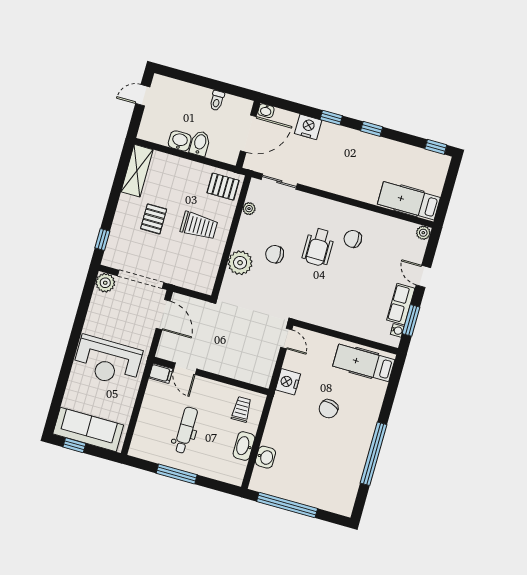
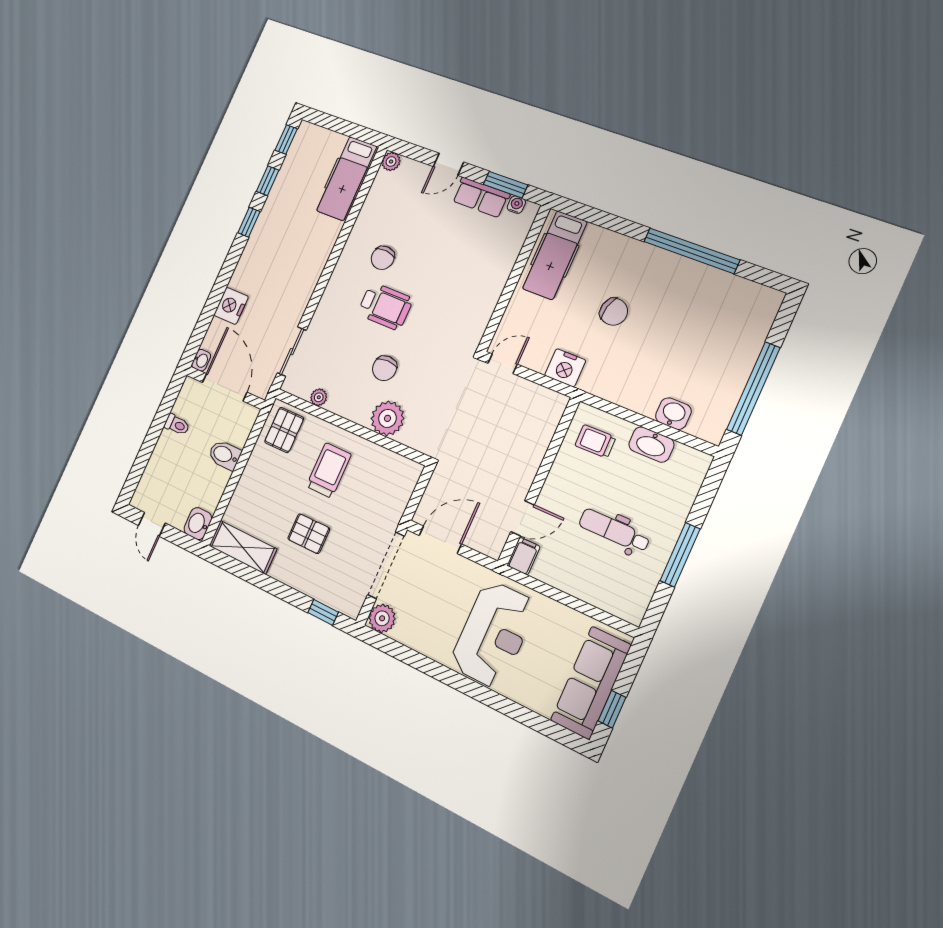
window: (331, 118) -> (268, 181), moved
washbasin: (180, 141) -> (198, 524), moved

